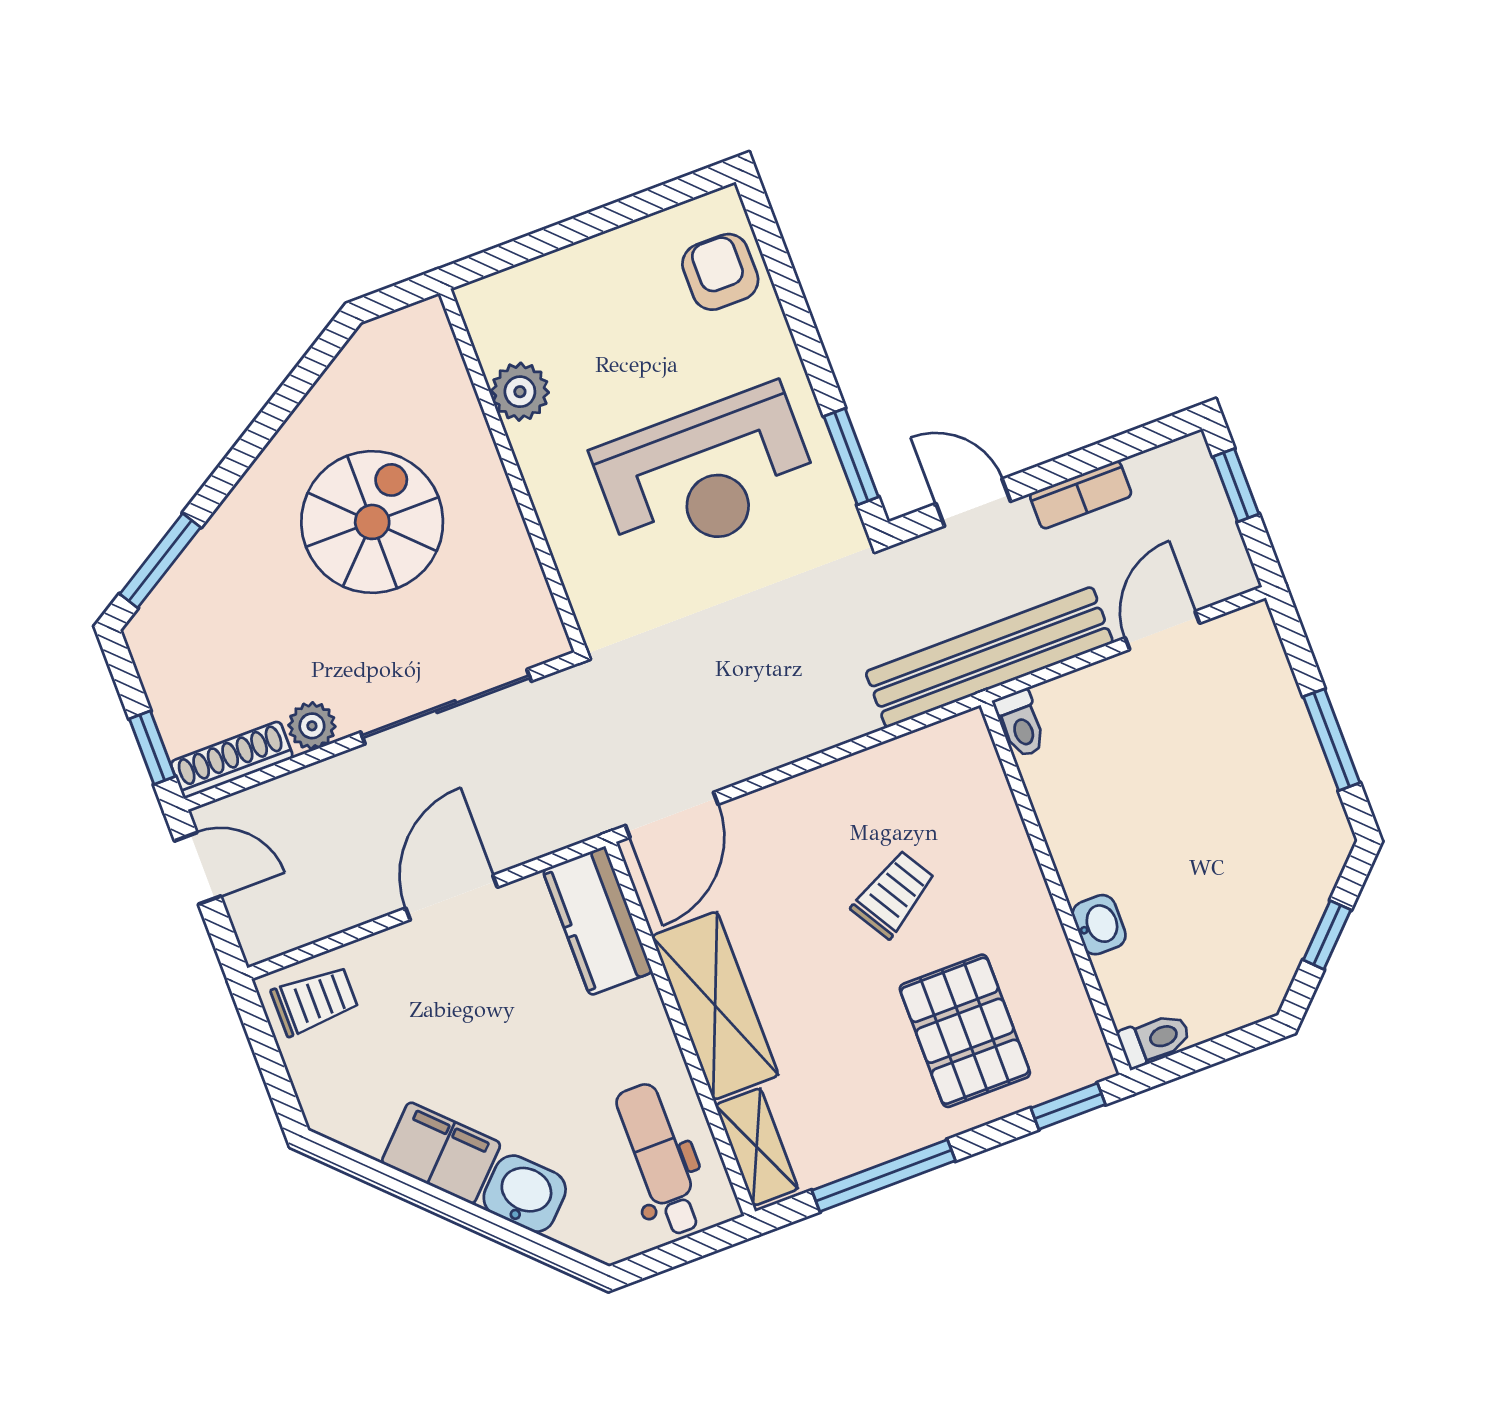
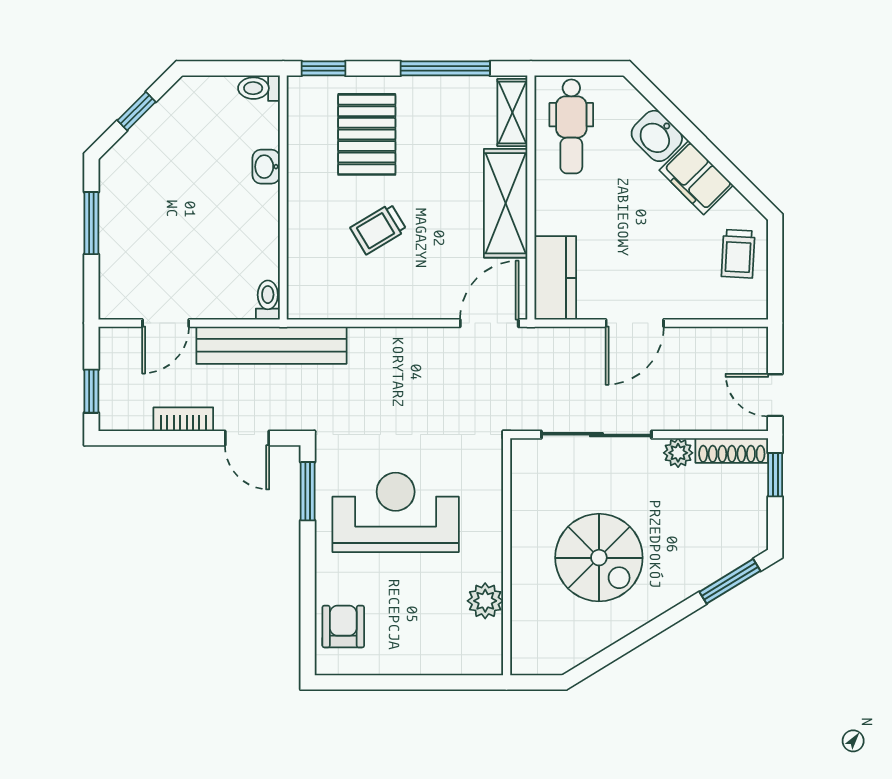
armchair: (720, 272) -> (343, 627), turned 180
spiral stairs: (372, 522) -> (599, 558), turned -90
trolley: (315, 1001) -> (738, 254), moved, turned -87

